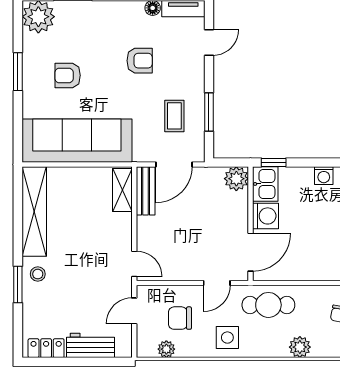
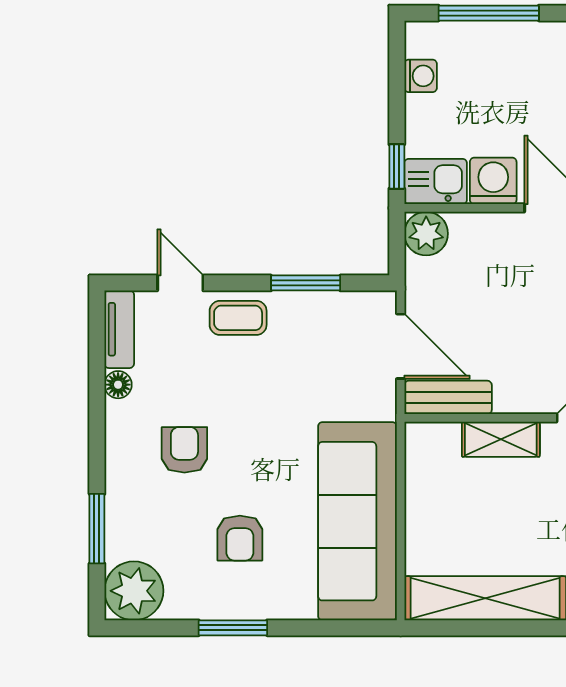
armchair: (140, 61) -> (184, 450), moved
coffee table: (174, 116) -> (238, 318), moved
shelving: (122, 190) -> (501, 439), moved

